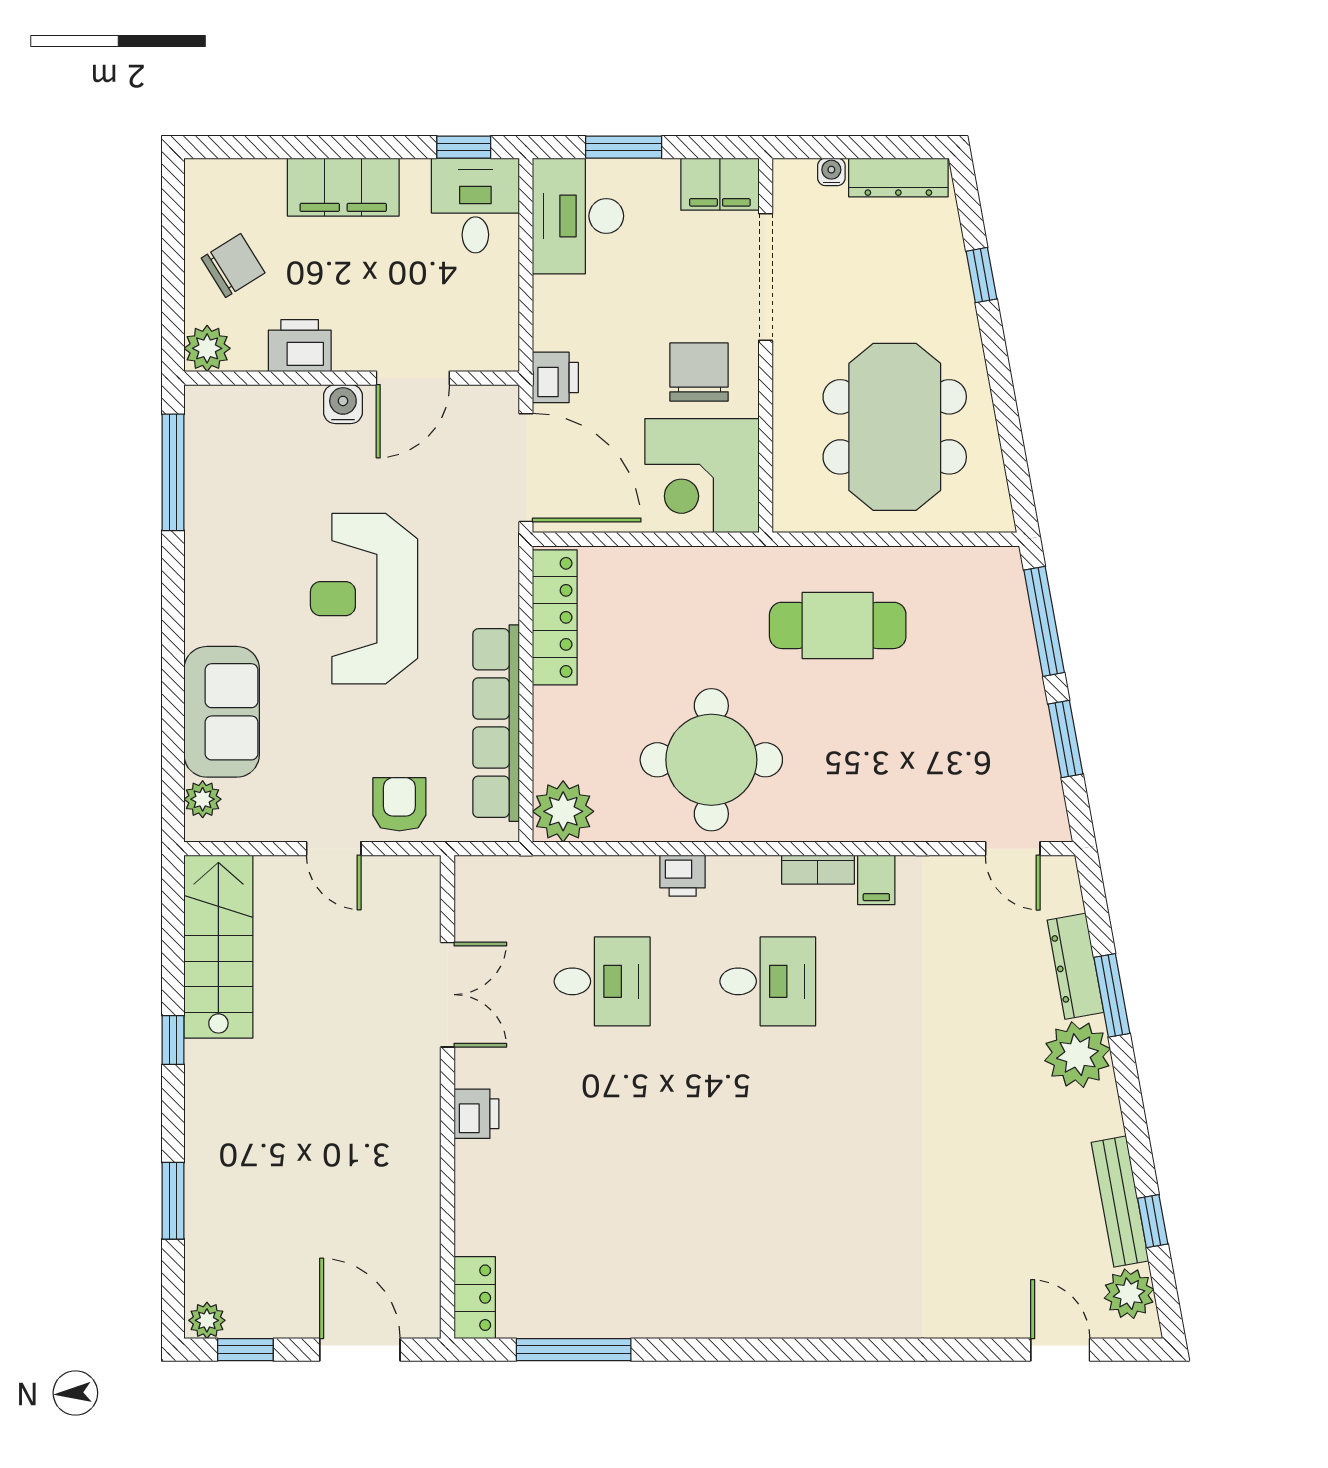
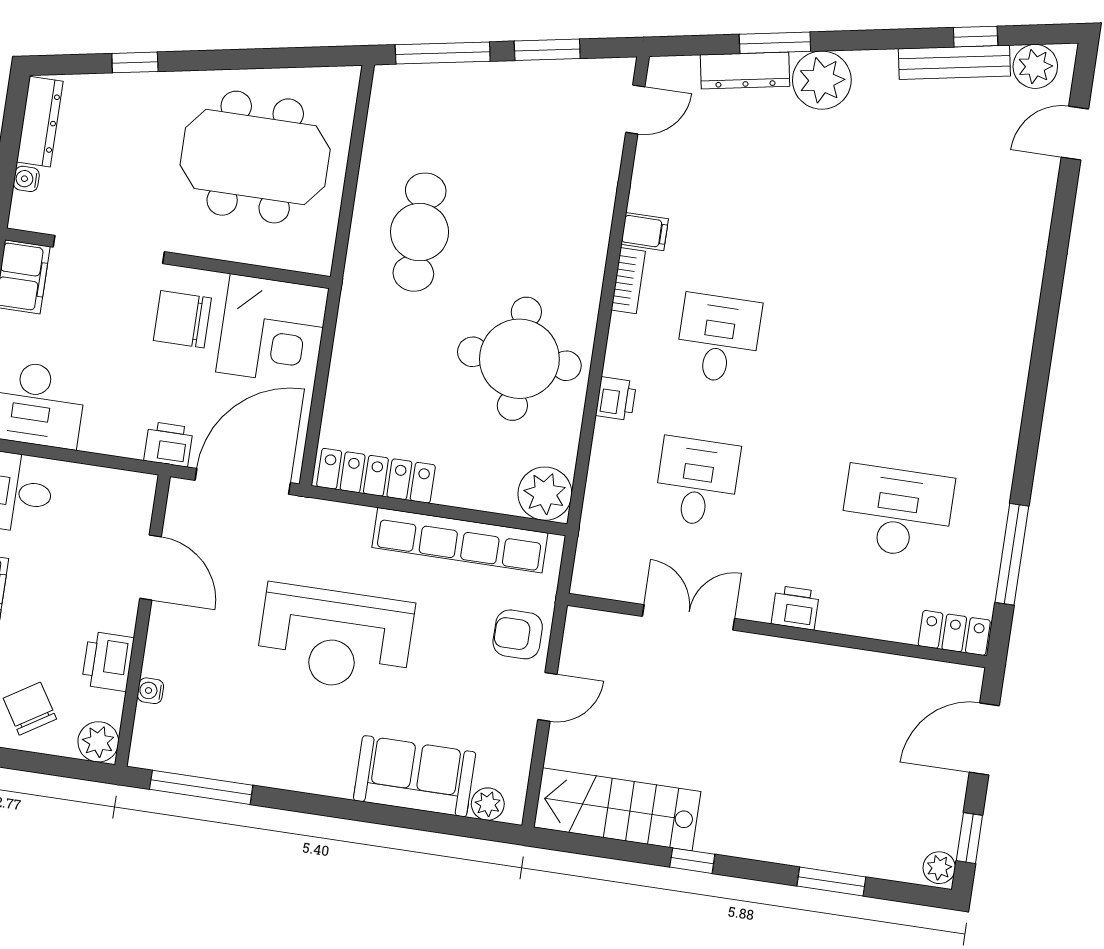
water cooler: (343, 404) -> (150, 691), moved, width x0.72, depth x0.72
desk: (602, 1213) -> (897, 512), added

